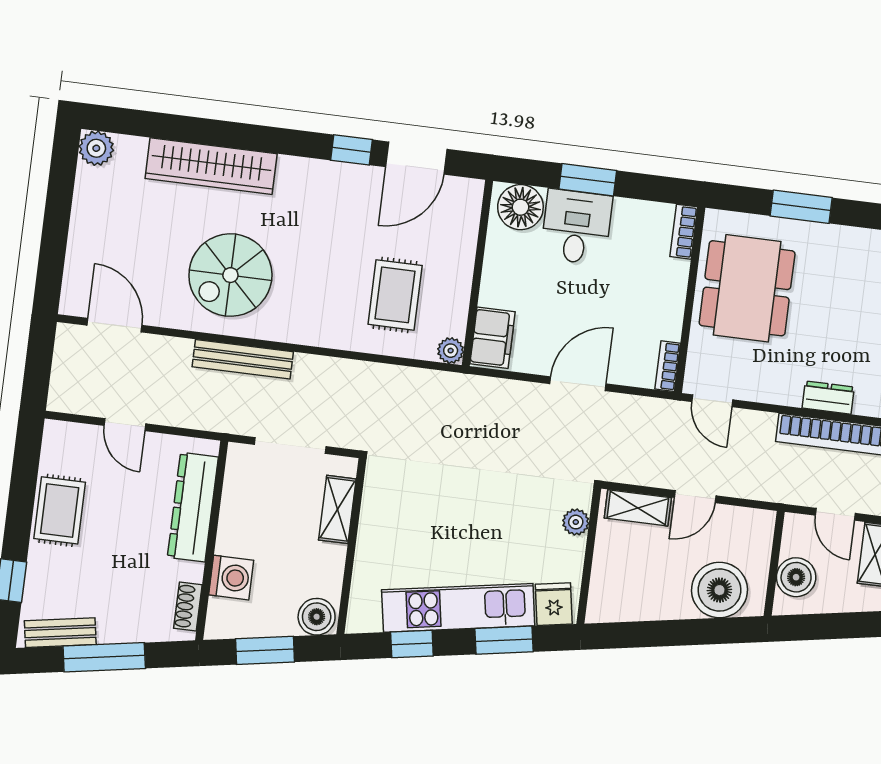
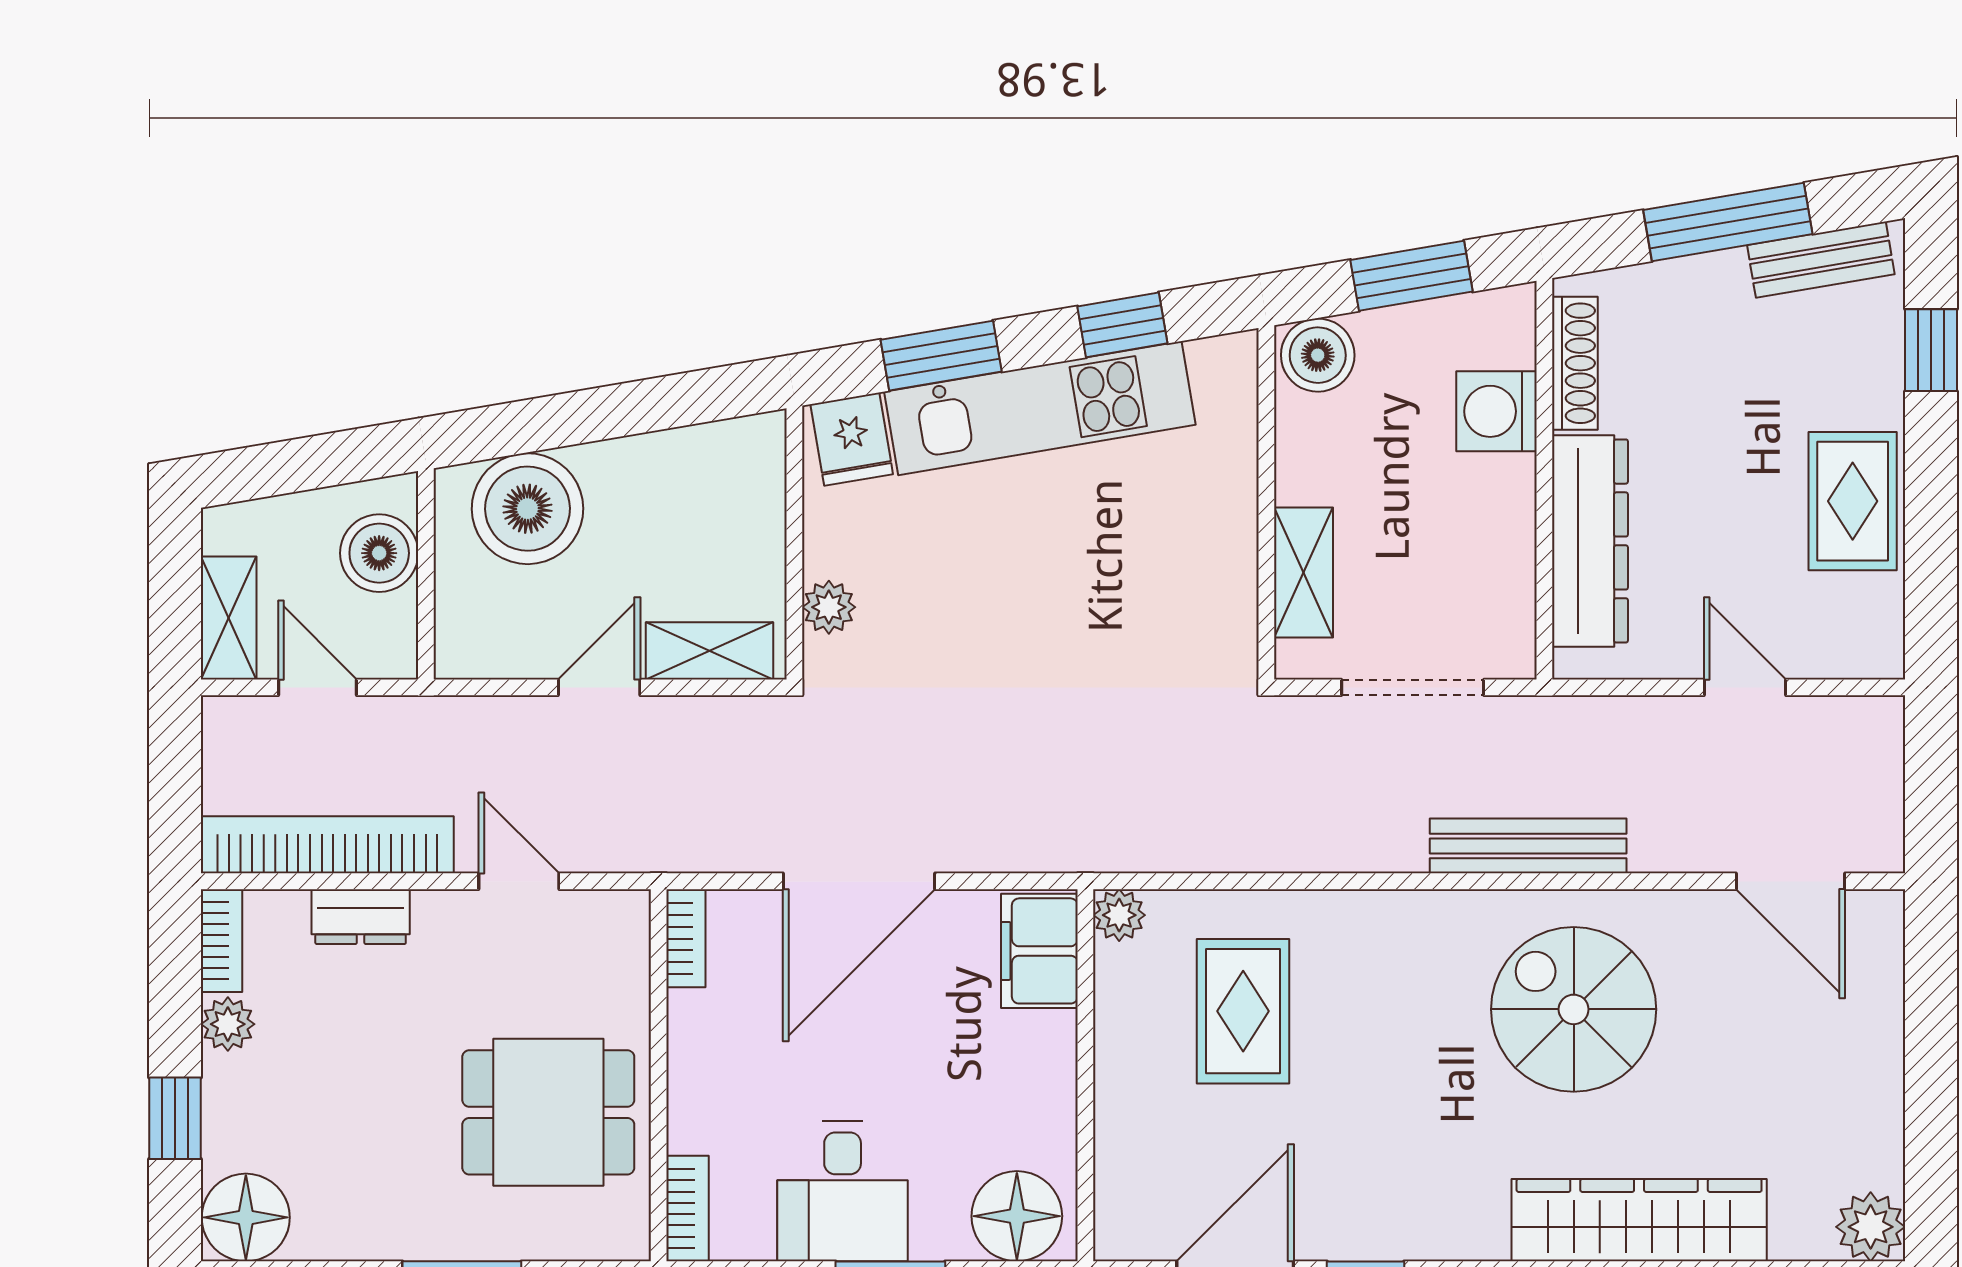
desk: (576, 227) -> (843, 1191), moved
spiral stairs: (230, 275) -> (1574, 1009), turned -90
dining table: (747, 288) -> (548, 1112), width x0.73
door: (578, 384) -> (859, 881), width x1.36
door: (712, 401) -> (519, 881), moved
shoe rack: (188, 606) -> (1575, 363), width x1.43

